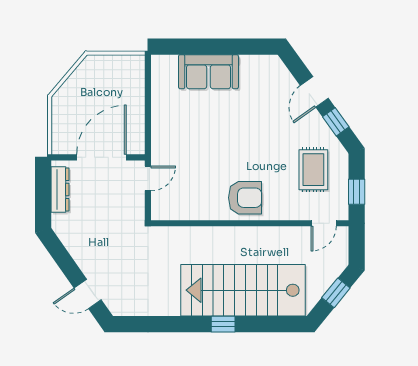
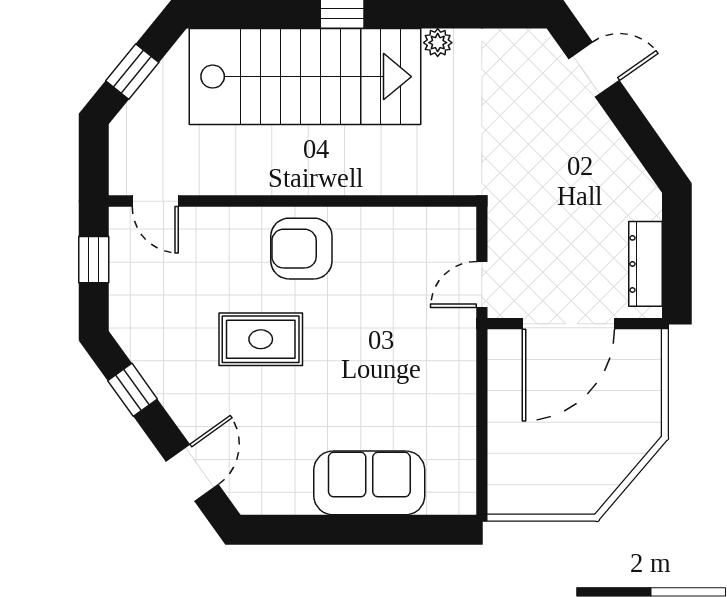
door: (314, 92) -> (192, 473), moved
rug: (313, 170) -> (261, 339), moved, turned 90
door: (324, 223) -> (155, 201), swing flipped
plant: (172, 308) -> (438, 43), added

